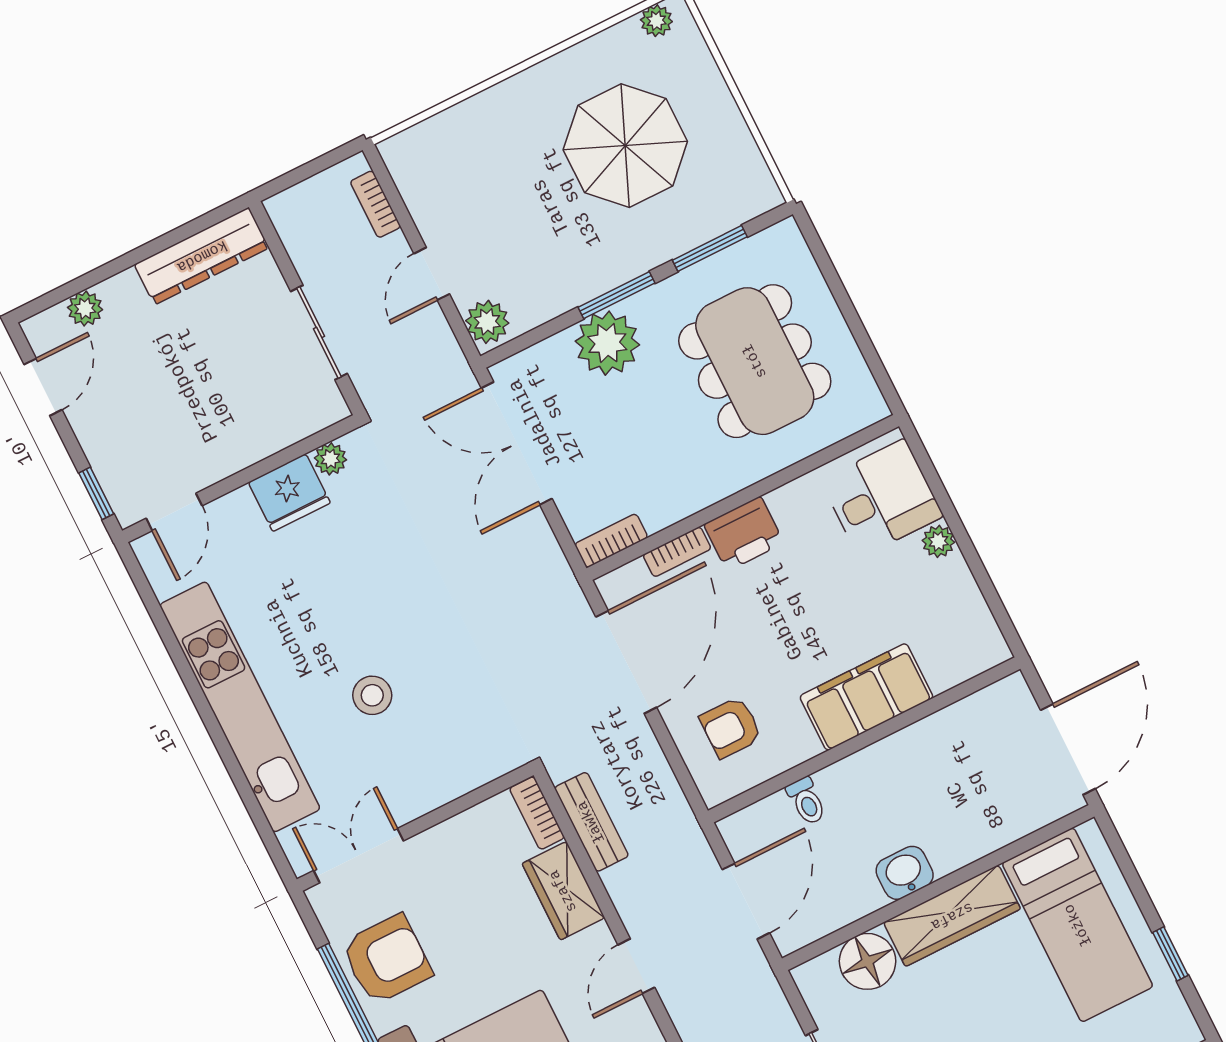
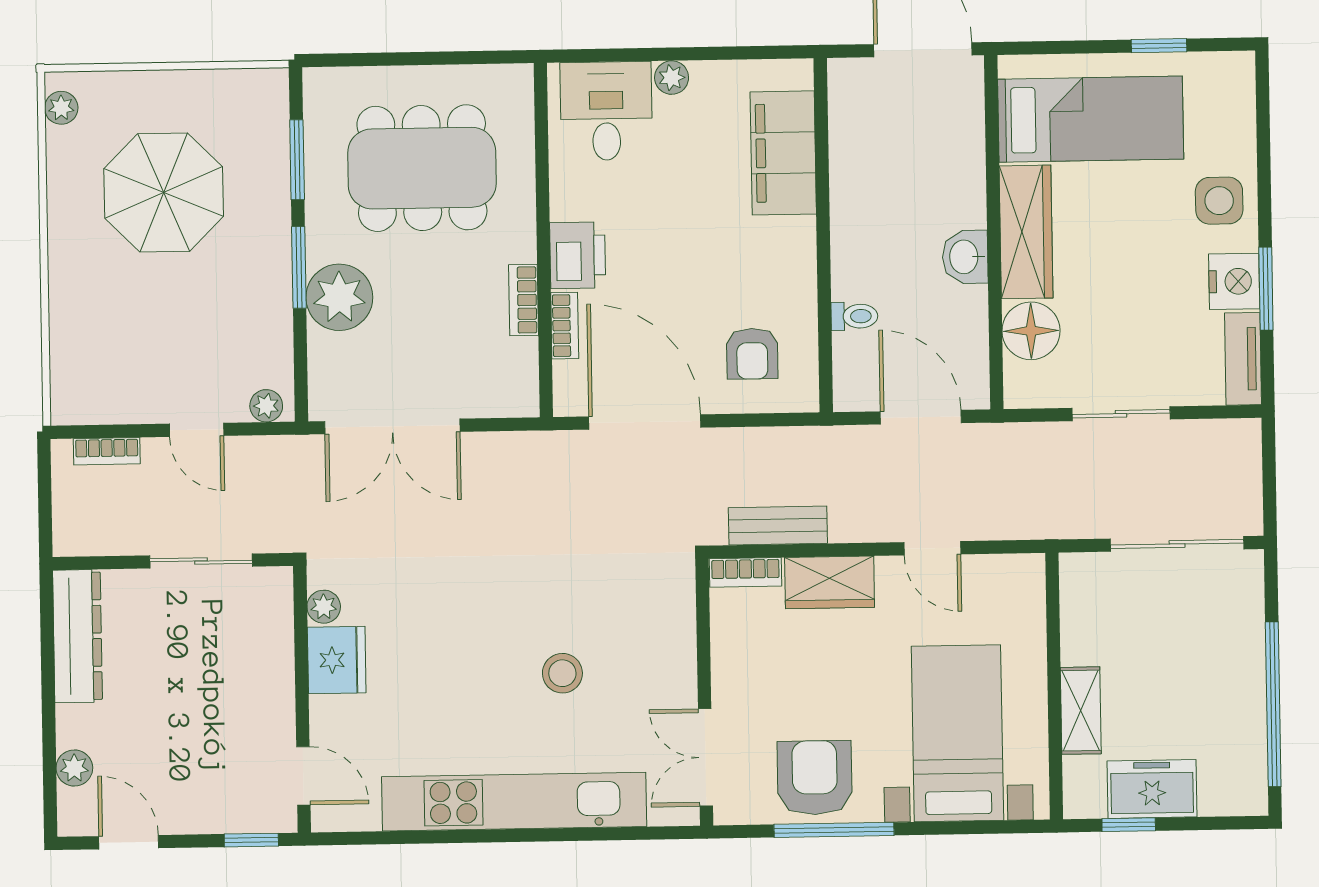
plant: (487, 322) -> (266, 406), width x0.73, depth x0.73
bookcase: (611, 541) -> (524, 300), moved
filing cabinet: (866, 697) -> (783, 153), moved

